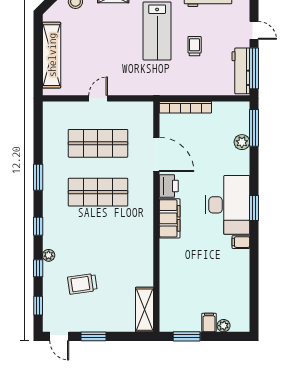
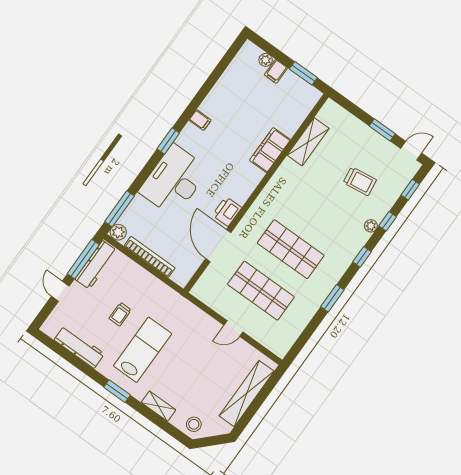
bookcase: (185, 107) -> (150, 257), moved
plant: (242, 142) -> (118, 232), moved
desk: (227, 205) -> (174, 180), moved
filing cabinet: (170, 218) -> (270, 150), moved
shelving: (144, 310) -> (308, 142), moved
door: (59, 336) -> (411, 151), hinge flipped

